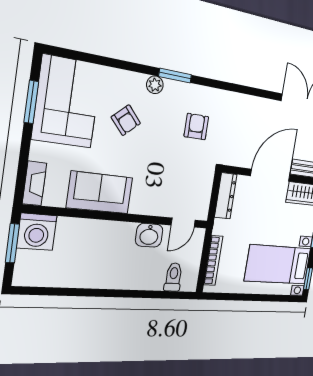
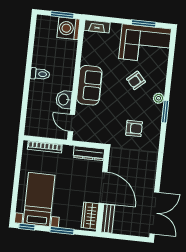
sofa: (100, 193) -> (89, 85), moved
toilet: (173, 277) -> (40, 74), moved

